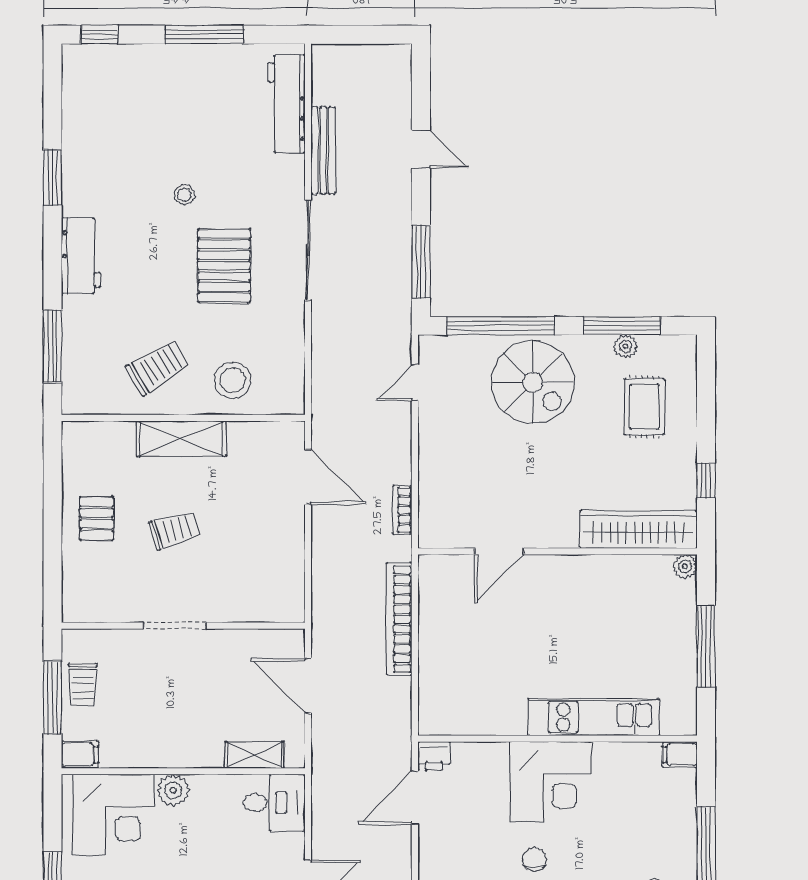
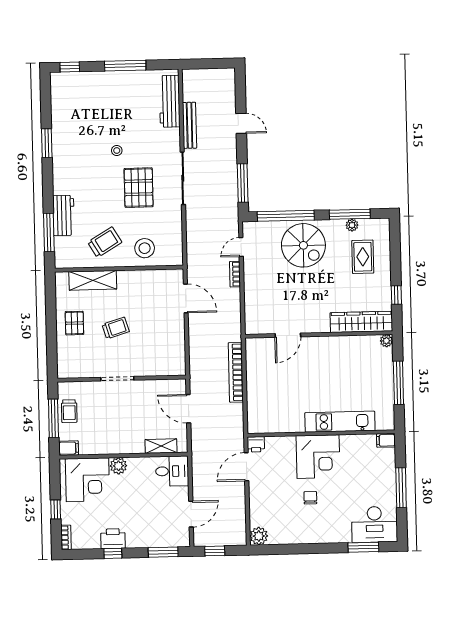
workbench: (81, 256) -> (64, 215), moved
shelving: (181, 439) -> (93, 280), moved
bookcase: (402, 510) -> (235, 274), moved

